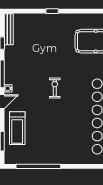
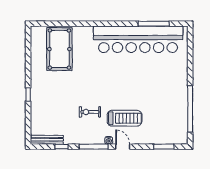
exercise bike: (55, 88) -> (90, 112), moved
treadmill: (17, 128) -> (125, 118), moved

